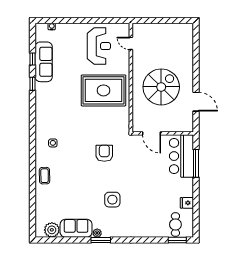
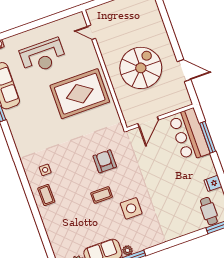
reception desk: (99, 46) -> (43, 56), moved, turned 90
door: (152, 133) -> (148, 122), hinge flipped
coffee table: (45, 176) -> (46, 195), moved
coffee table: (92, 180) -> (102, 195), added

